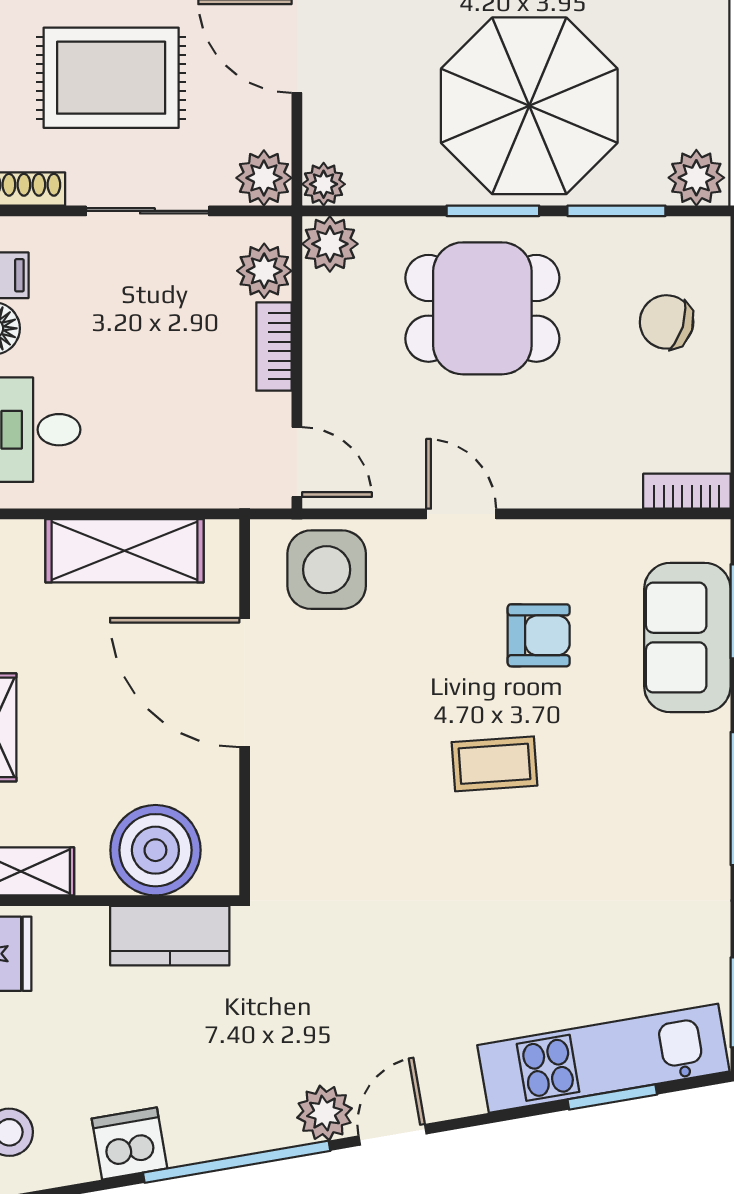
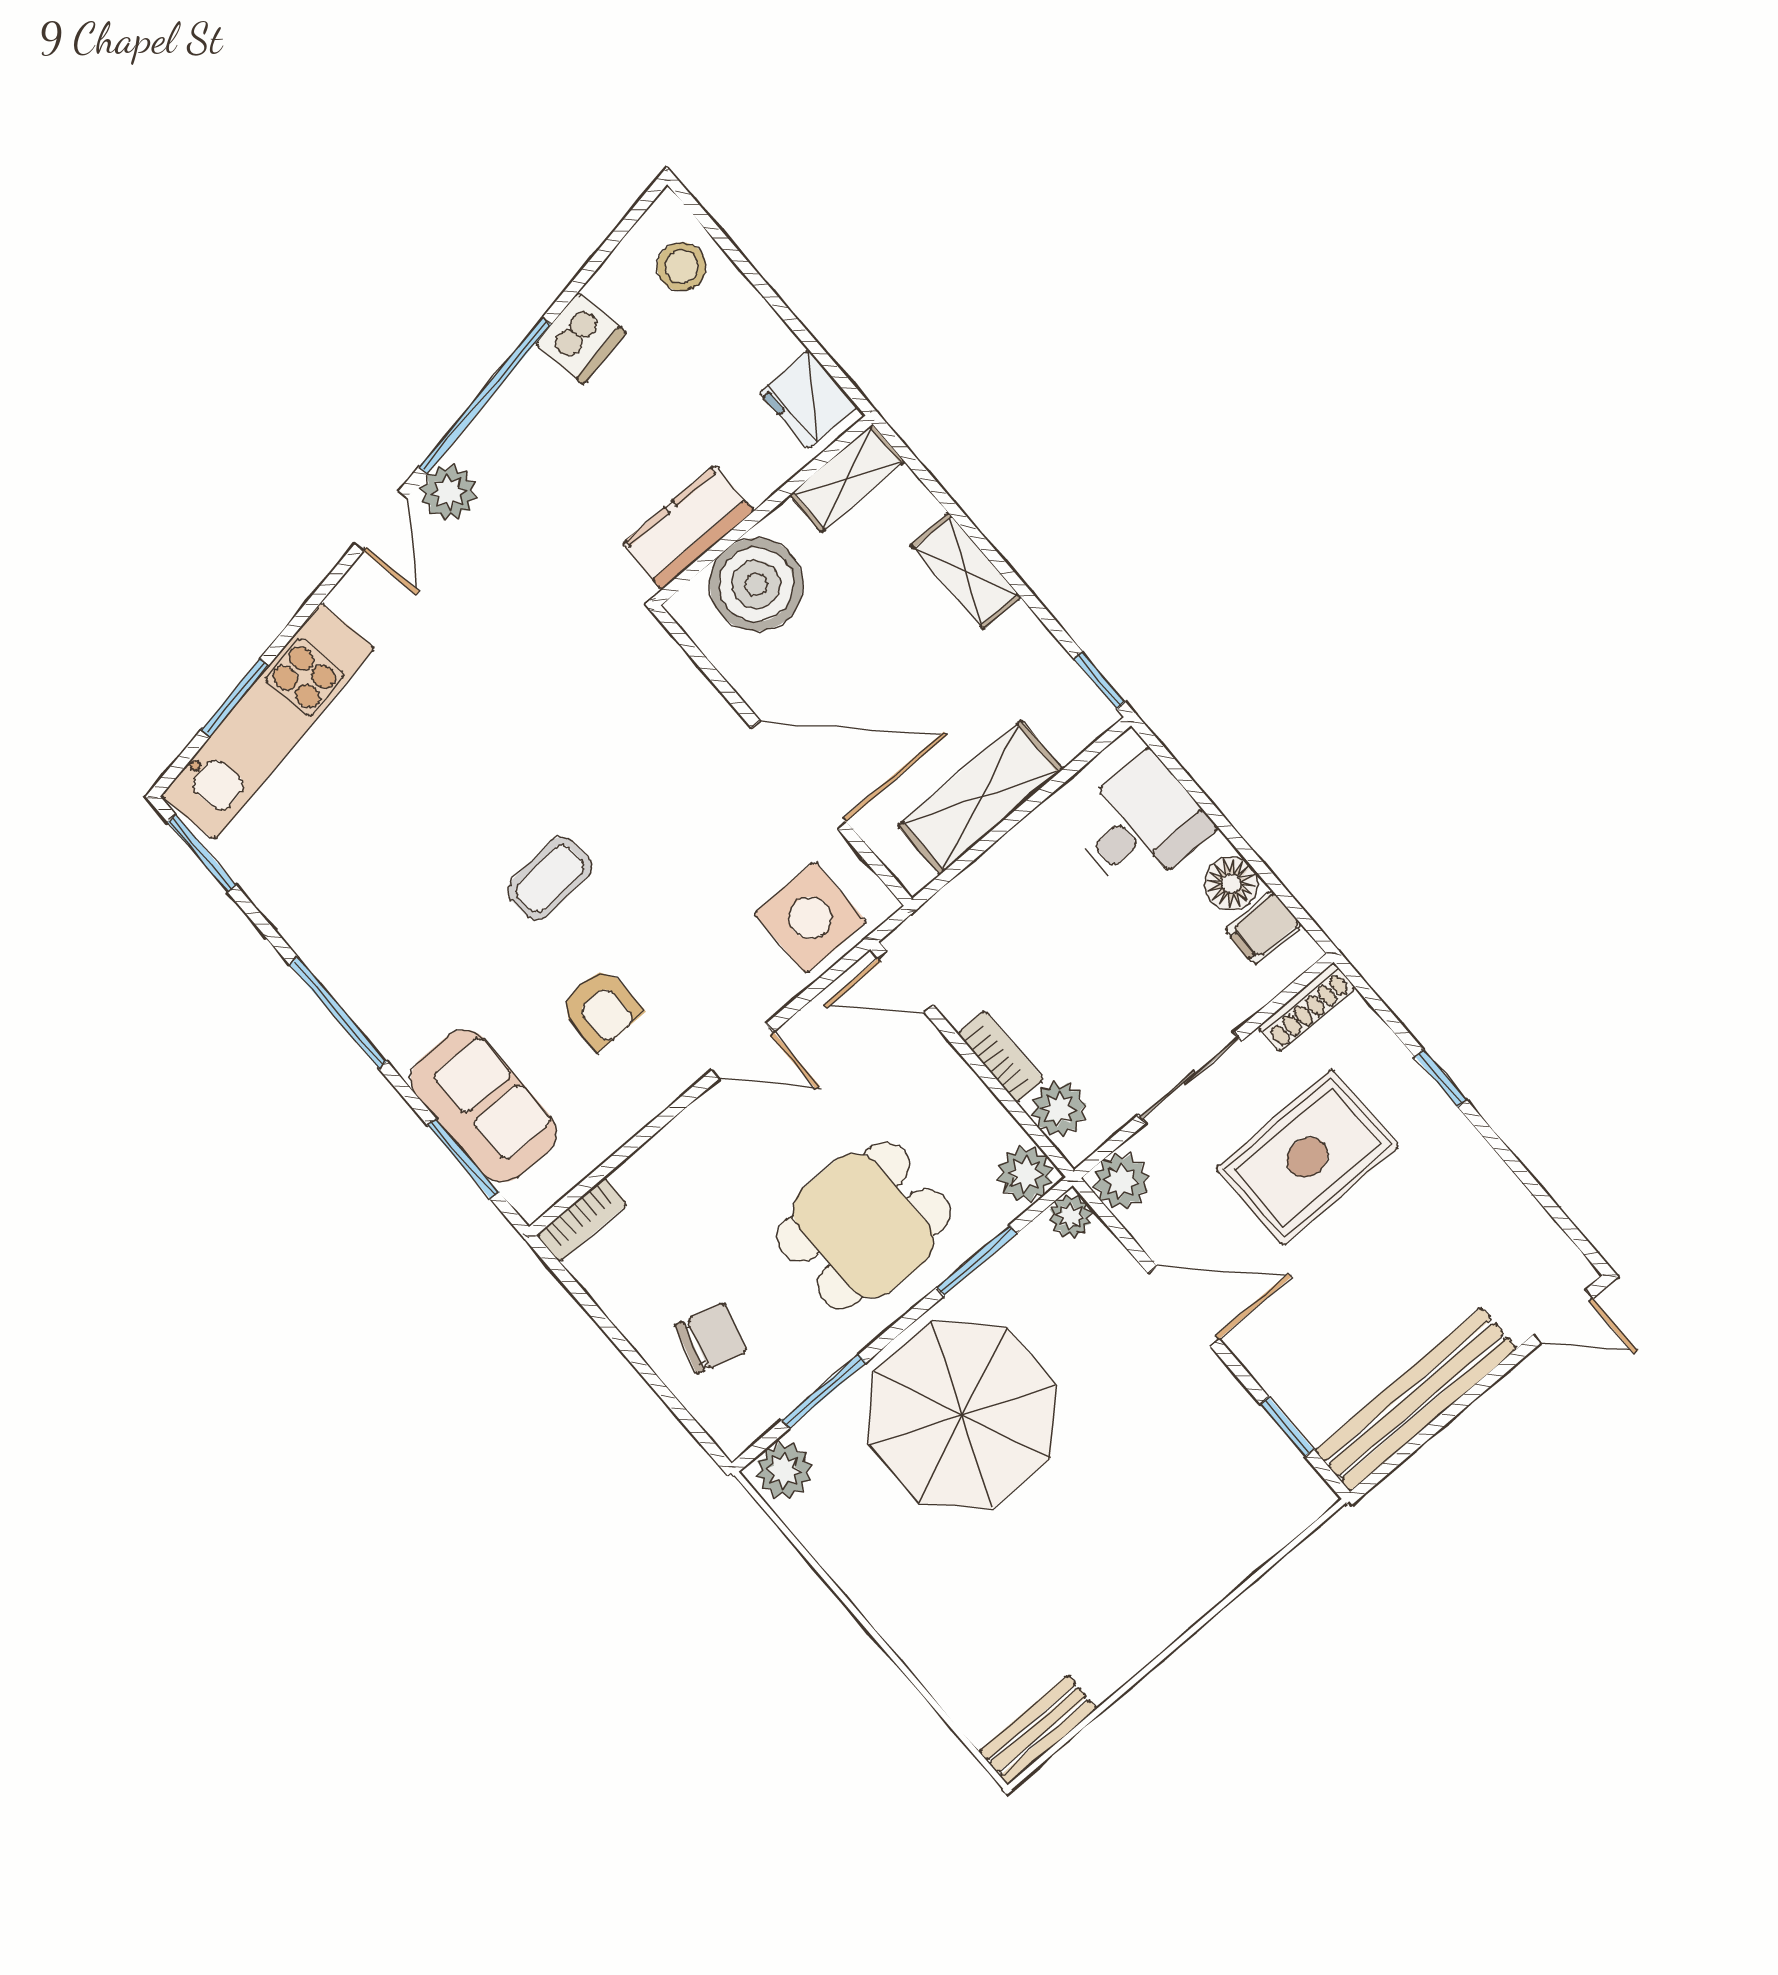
window: (493, 211) -> (977, 1260), moved
armchair: (539, 635) -> (601, 1008), turned -90

